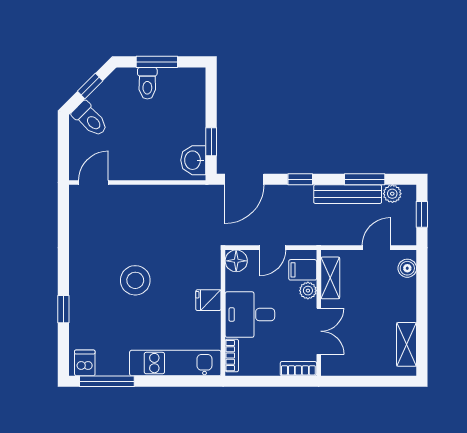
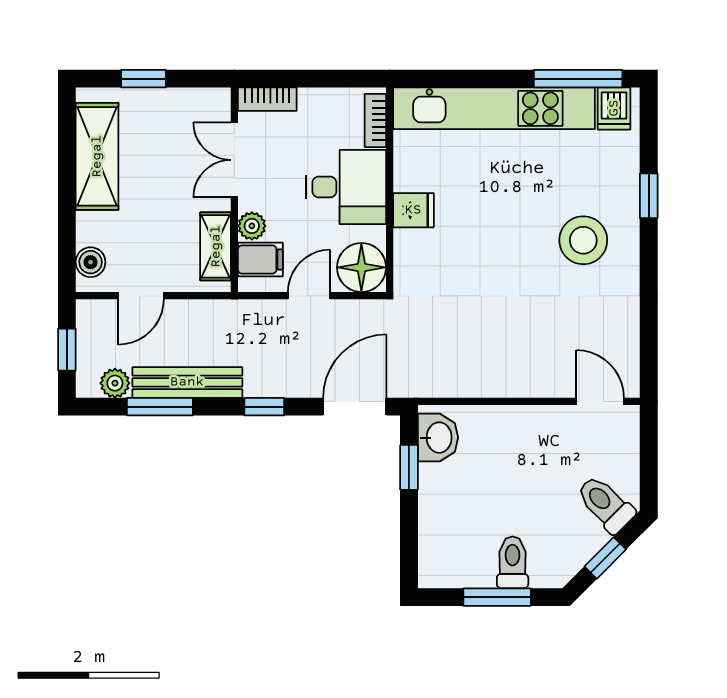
door: (93, 182) -> (600, 401), swing flipped
floor lamp: (236, 261) -> (361, 267), width x1.38, depth x1.38
stool: (135, 280) -> (583, 240), moved
shelving: (407, 344) -> (97, 156), width x1.50, depth x1.33
kitchen unit: (175, 363) -> (494, 108), width x1.36
window: (375, 381) -> (144, 79), added

